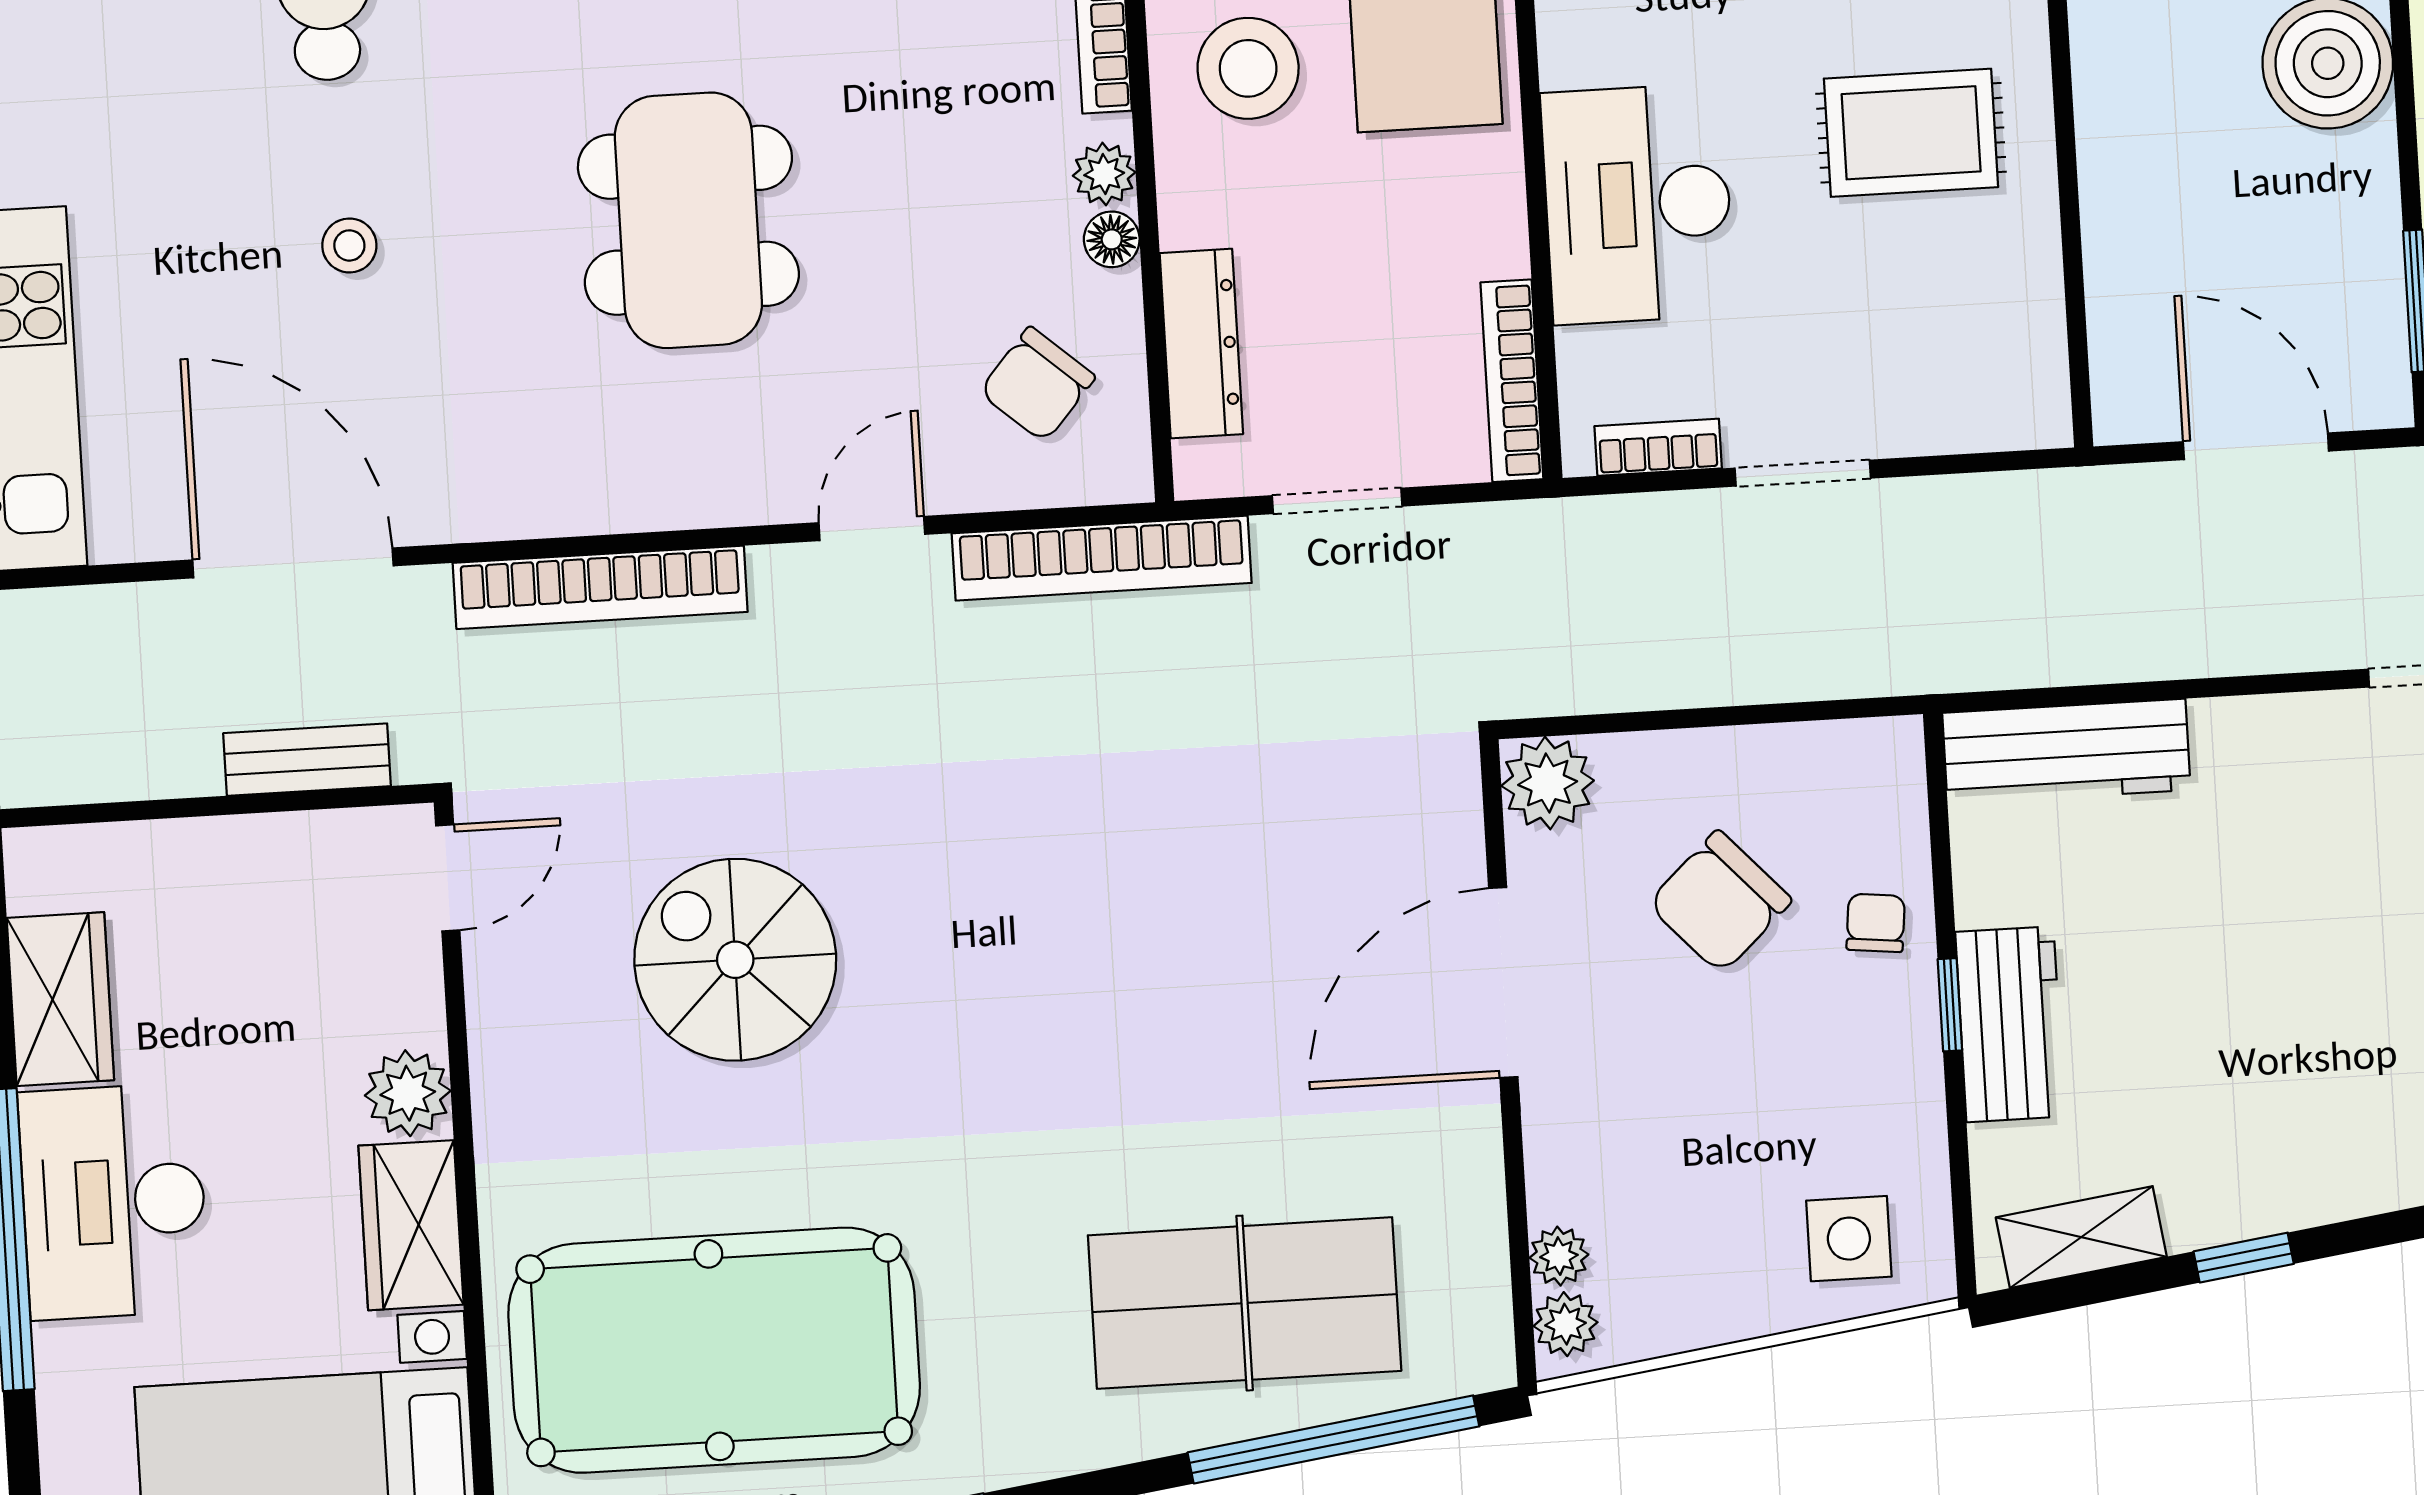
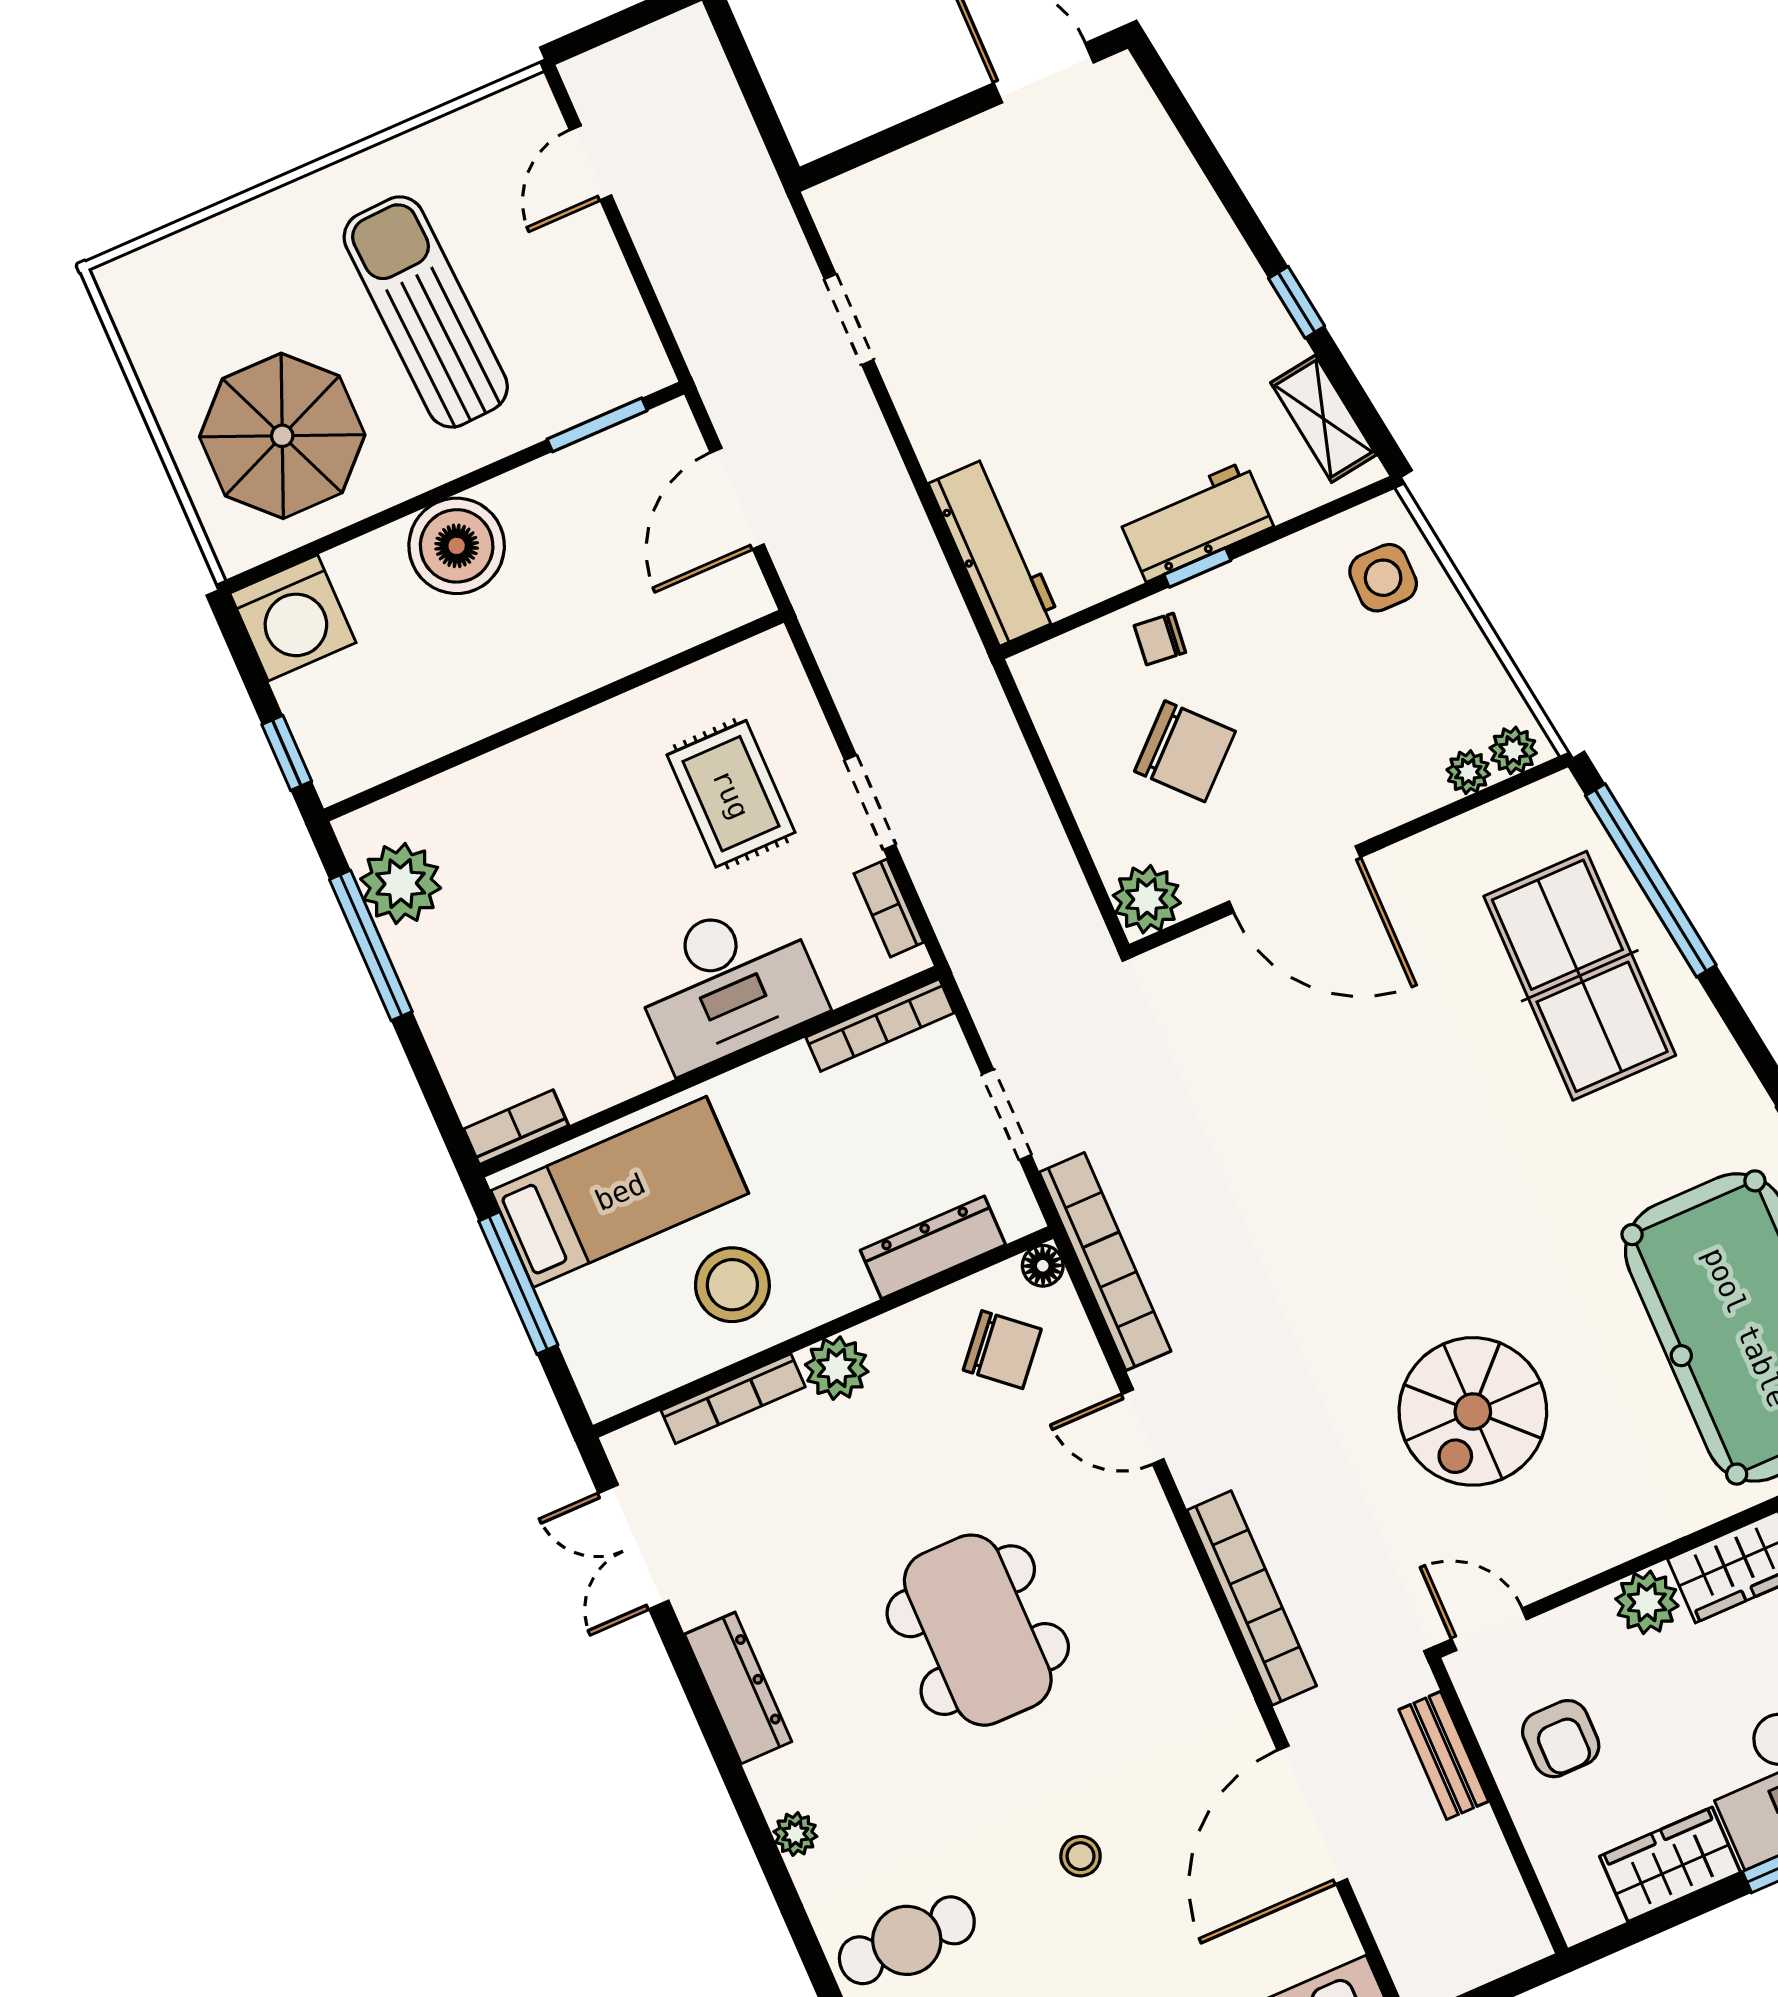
rug: (1911, 133) -> (731, 794), moved
plant: (1104, 174) -> (837, 1368), width x1.38, depth x1.38
dining table: (688, 220) -> (978, 1630), turned 90
floor lamp: (1112, 239) -> (1043, 1266), moved
armchair: (273, 918) -> (1561, 1739), added

